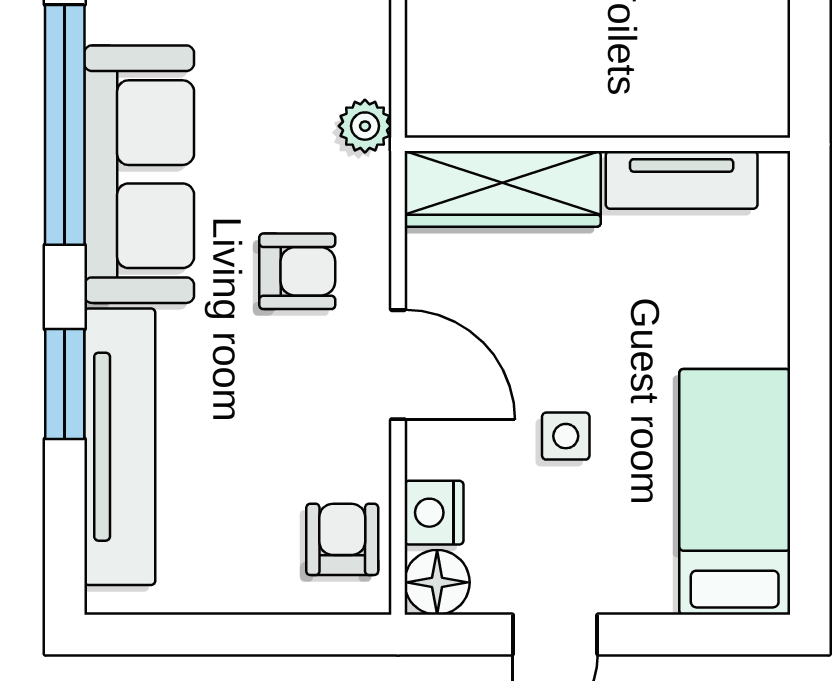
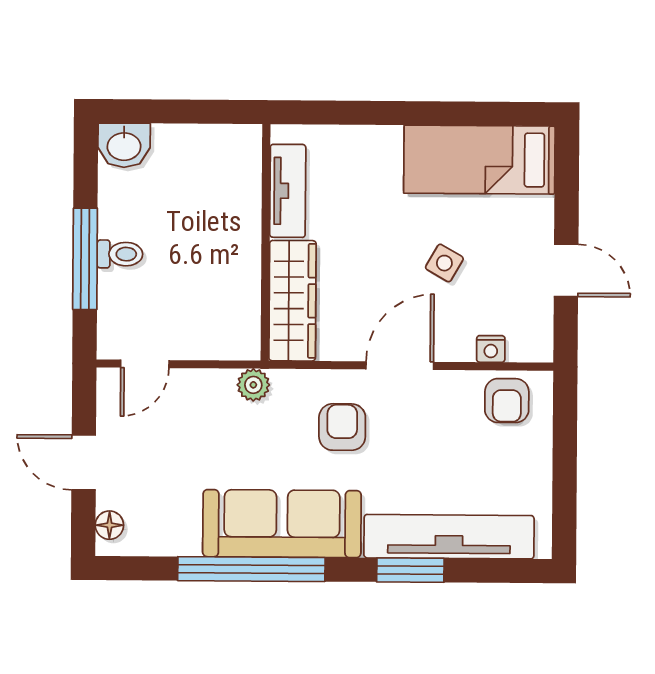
side table: (566, 436) -> (444, 263), turned 30
nightstand: (434, 513) -> (491, 349), width x0.72, depth x0.74
armchair: (342, 539) -> (507, 401), turned -90
floor lamp: (437, 582) -> (534, 343), removed

